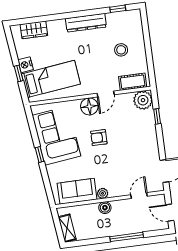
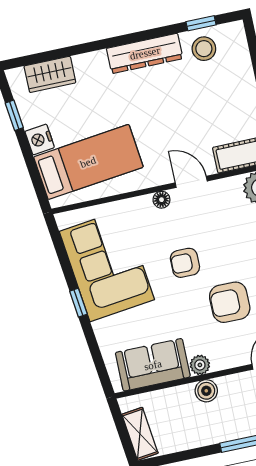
stool: (121, 50) -> (204, 49), moved
window: (19, 73) -> (14, 115), moved
door: (106, 94) -> (191, 182), swing flipped
floor lamp: (89, 106) -> (161, 200), width x0.53, depth x0.53
armchair: (121, 161) -> (230, 302), added

